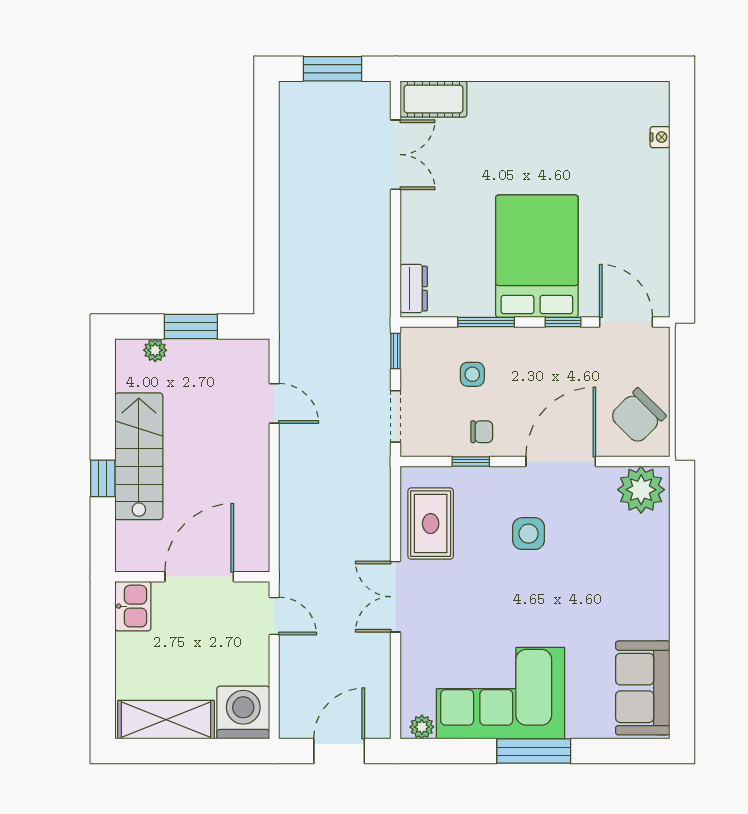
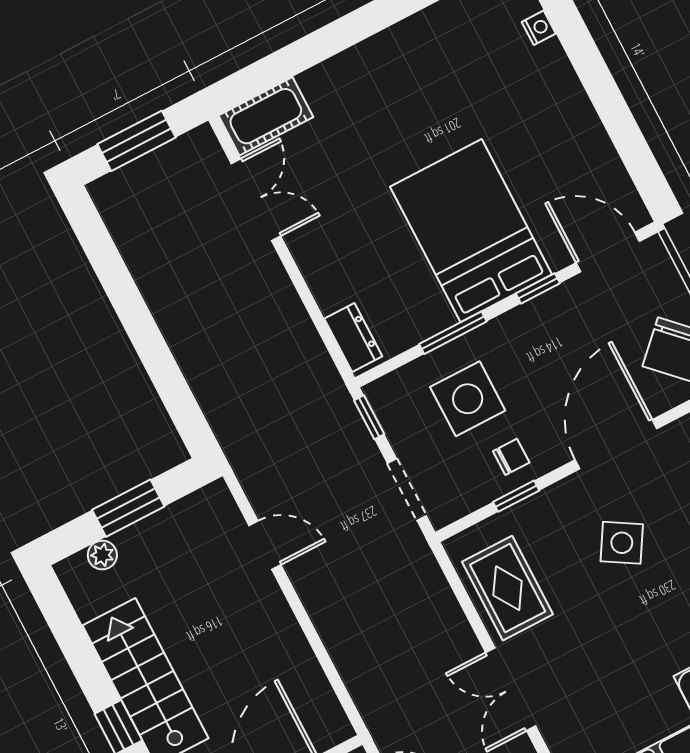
side table: (472, 374) -> (468, 399), width x1.87, depth x1.87
side table: (529, 534) -> (622, 543), turned 31

